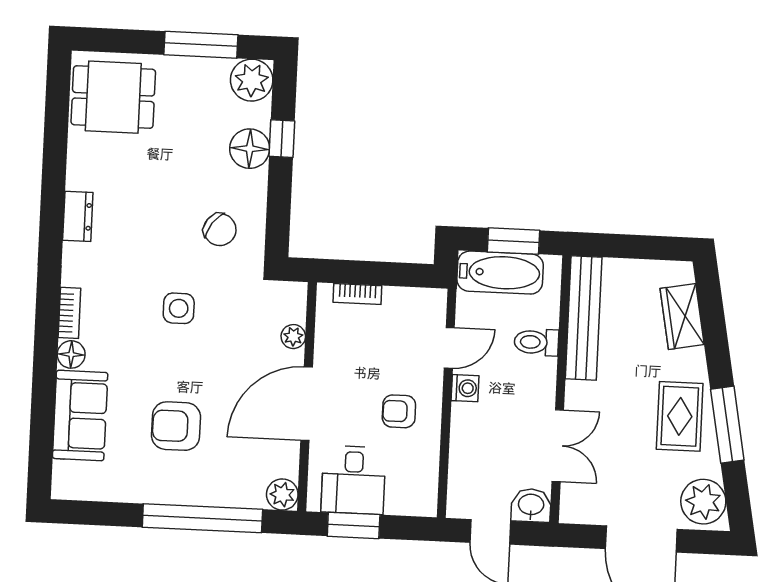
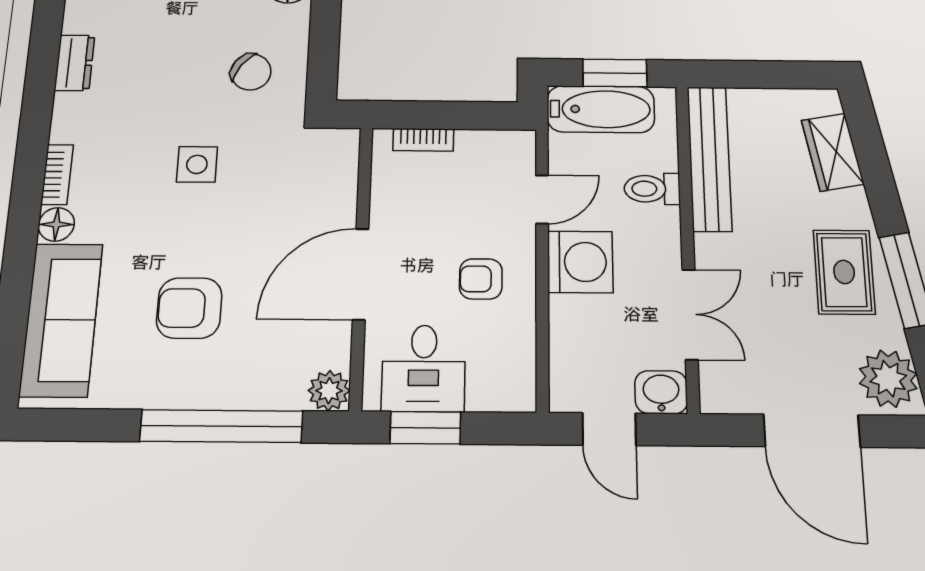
plant: (293, 337) -> (343, 193), removed
washing machine: (465, 388) -> (580, 262), width x1.89, depth x1.89
sofa: (80, 415) -> (61, 320), width x1.36

